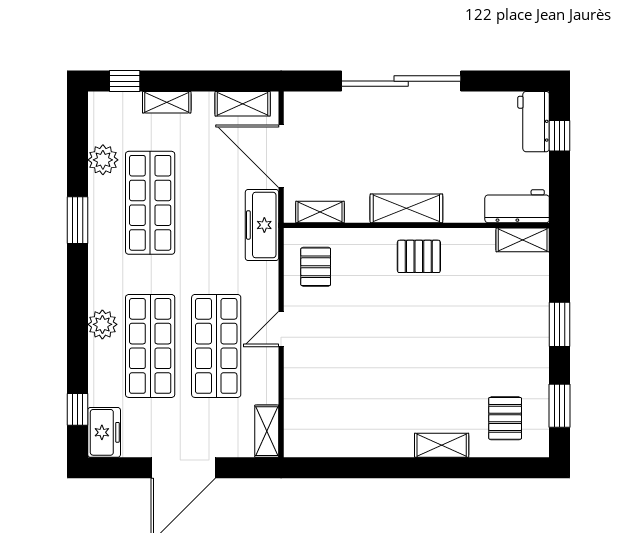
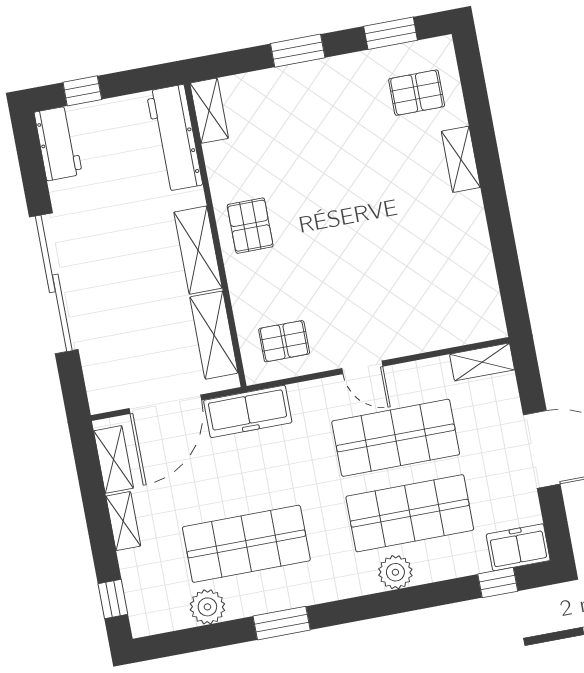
shelving: (167, 102) -> (123, 521), moved
workbench: (534, 122) -> (58, 143), moved, turned -90
workbench: (517, 206) -> (174, 138), width x1.38
shelving: (320, 212) -> (214, 335), width x1.50, depth x1.33

